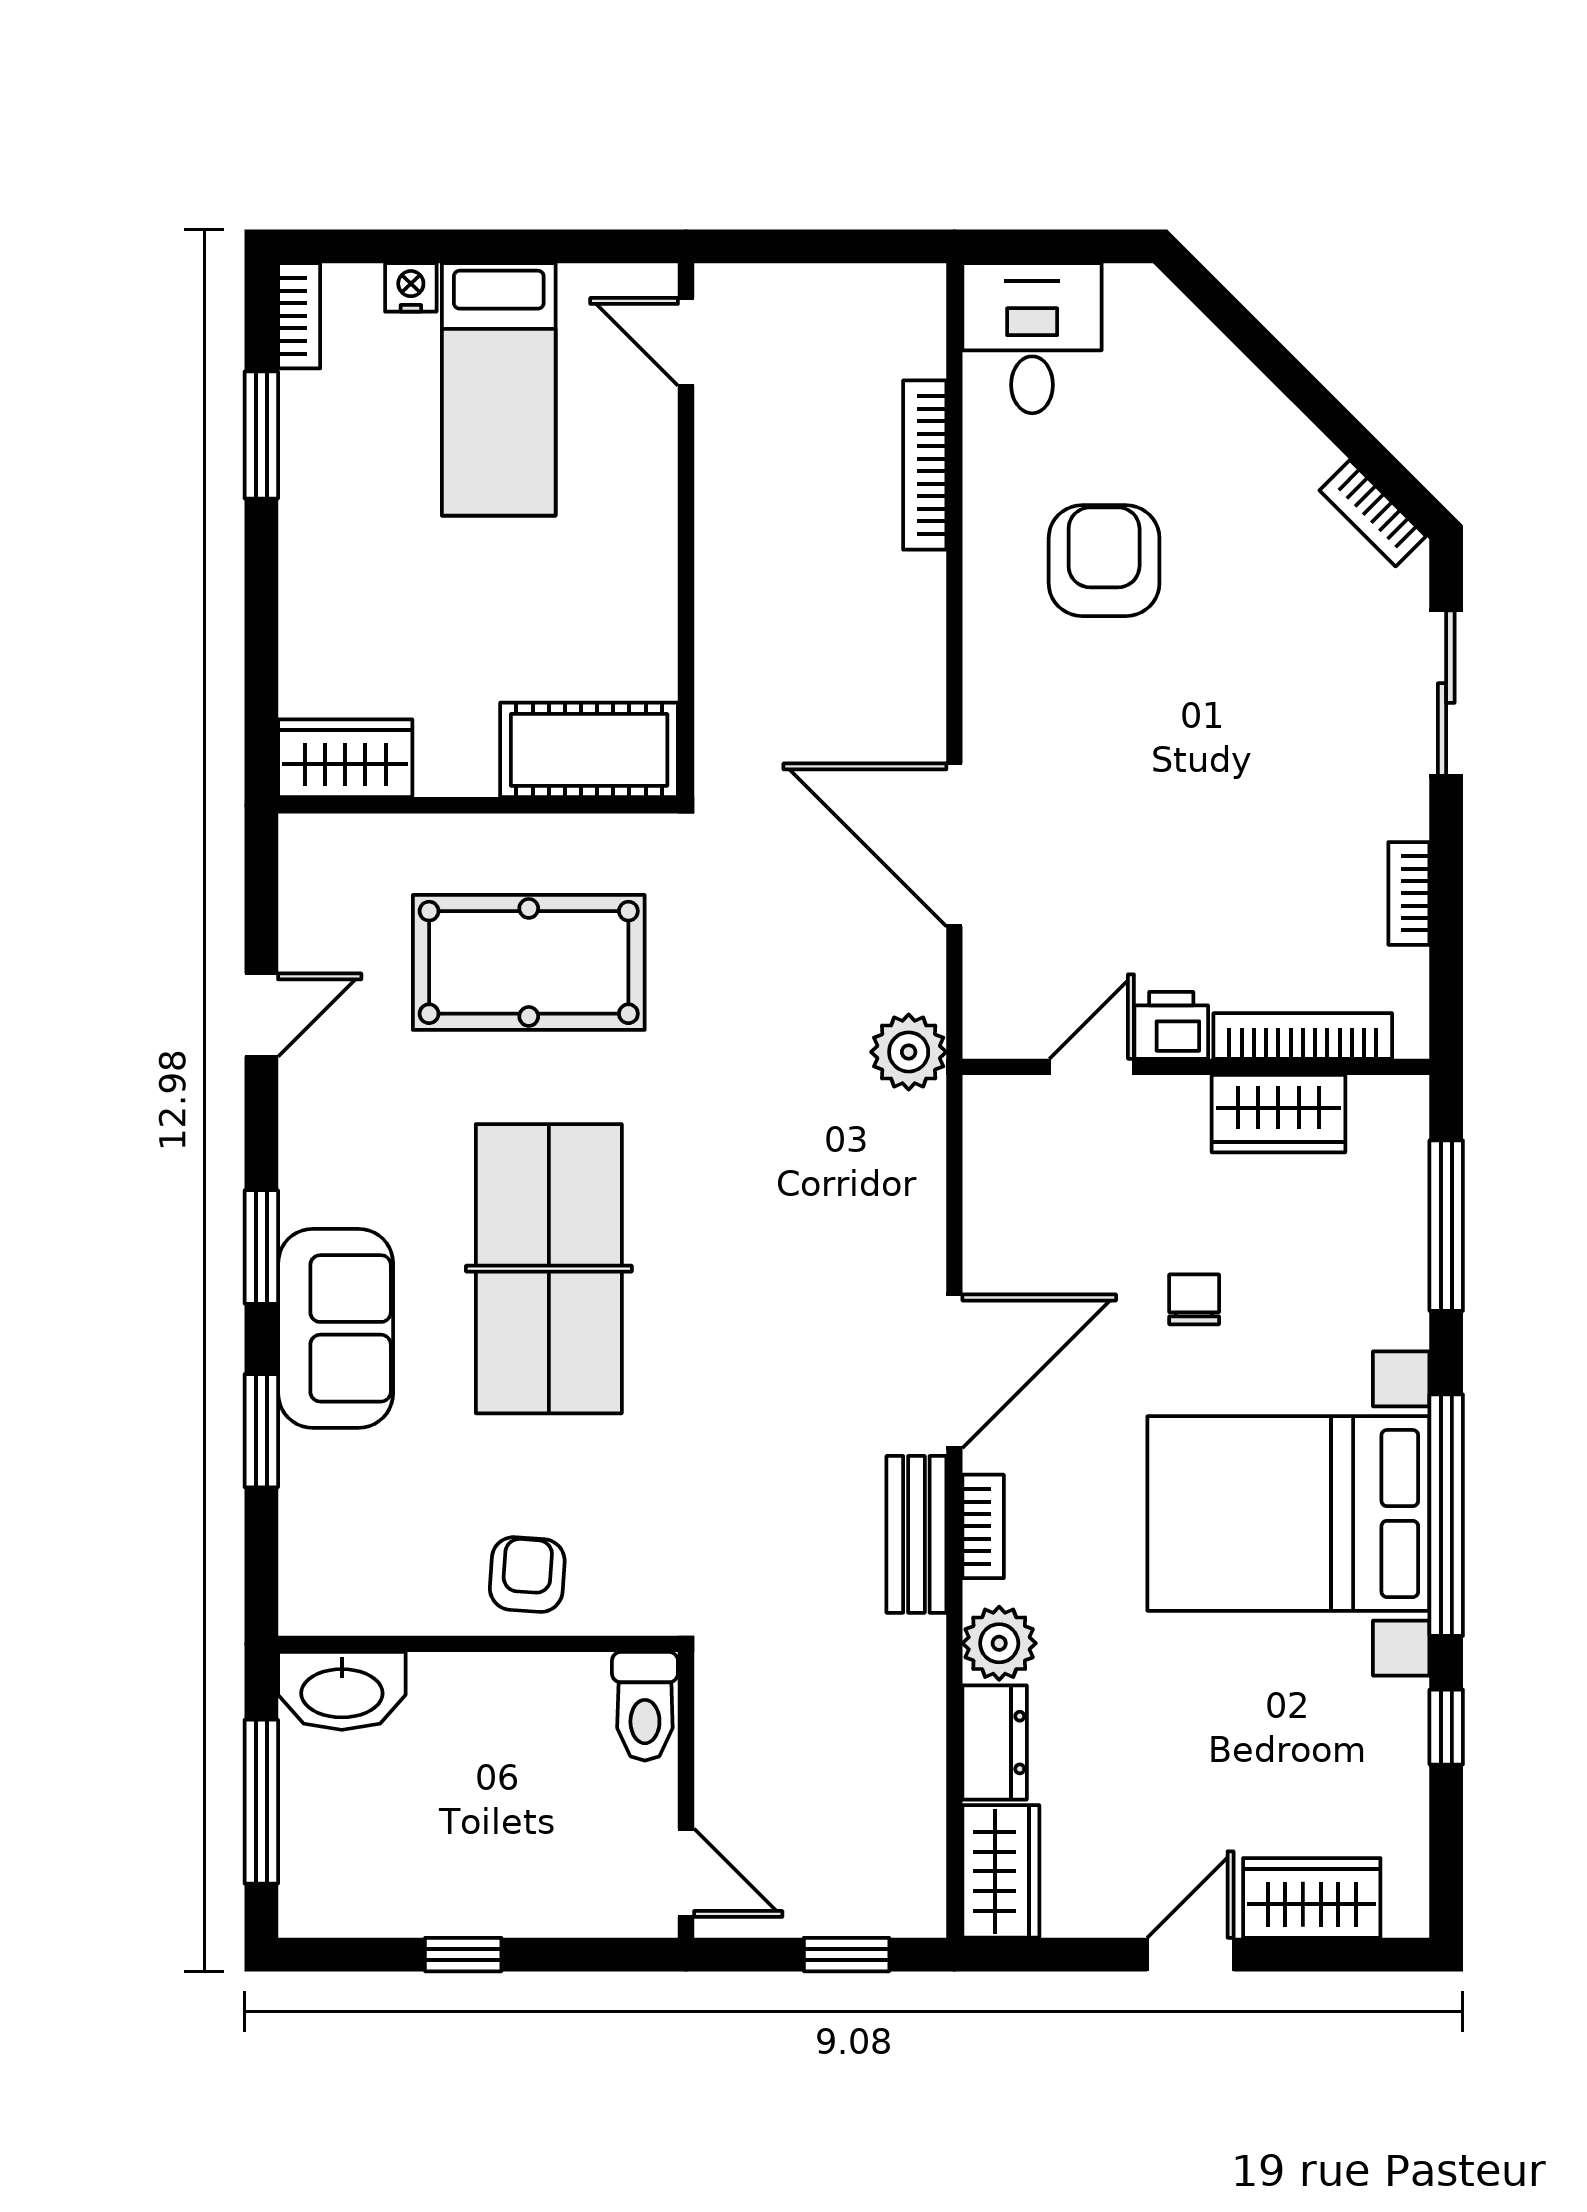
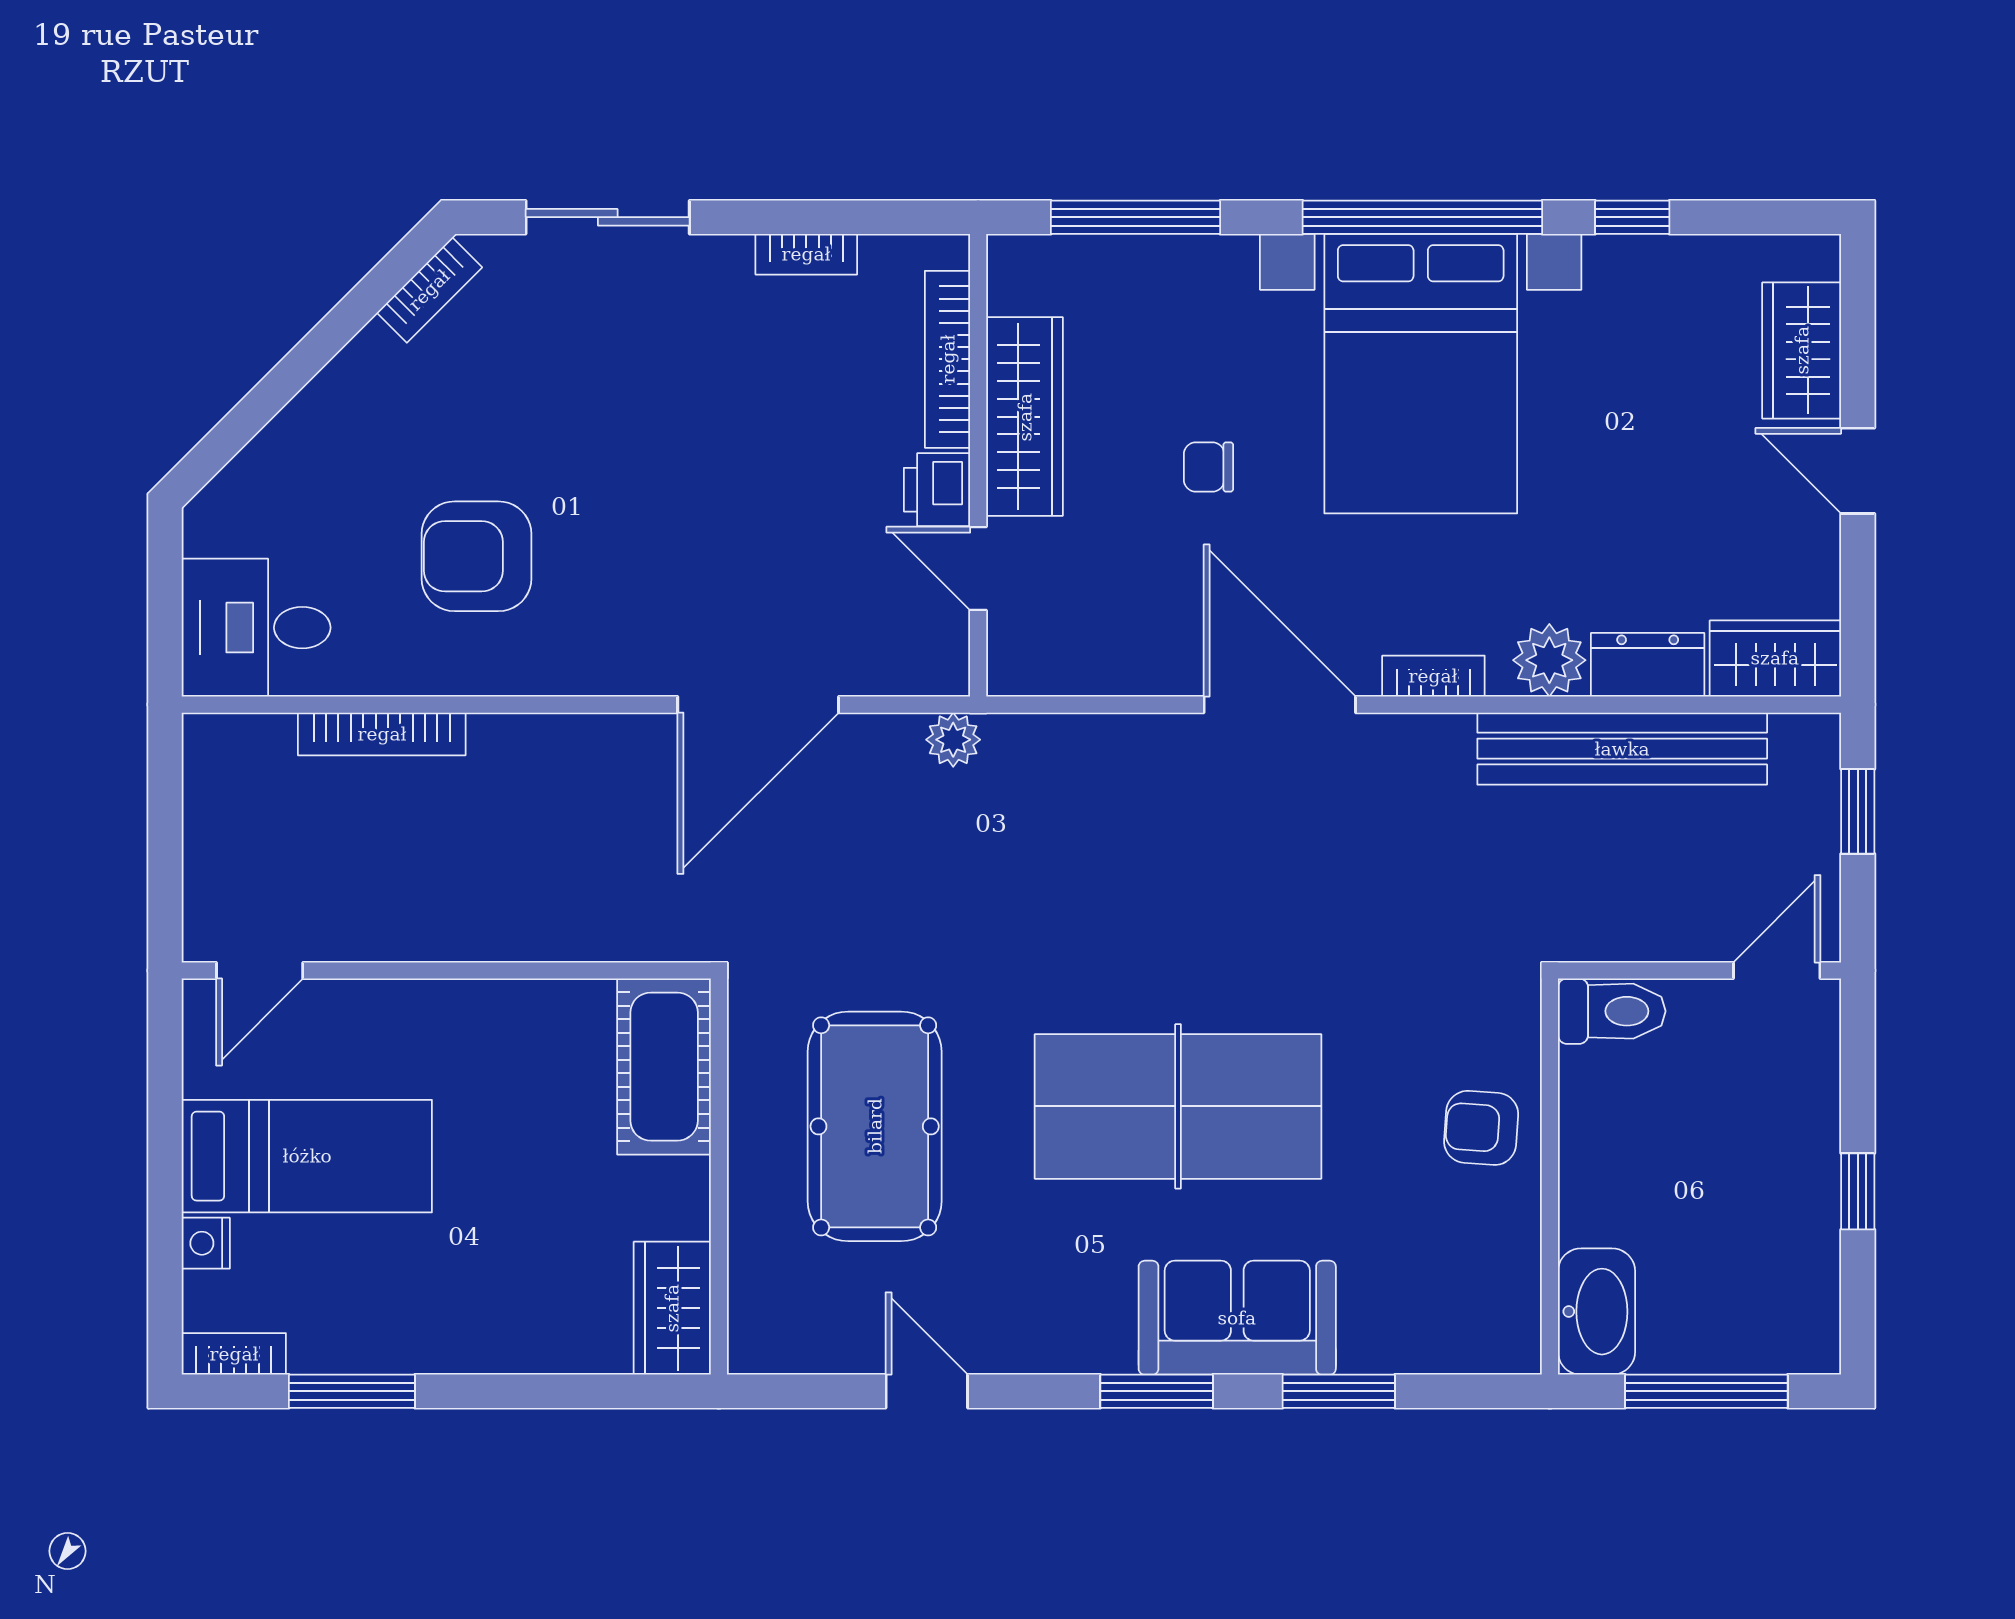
plant: (909, 1052) -> (953, 740), width x0.73, depth x0.73
wardrobe: (1278, 1114) -> (1025, 417), width x1.50
bench: (916, 1534) -> (1622, 749), moved, width x1.86, depth x1.21

